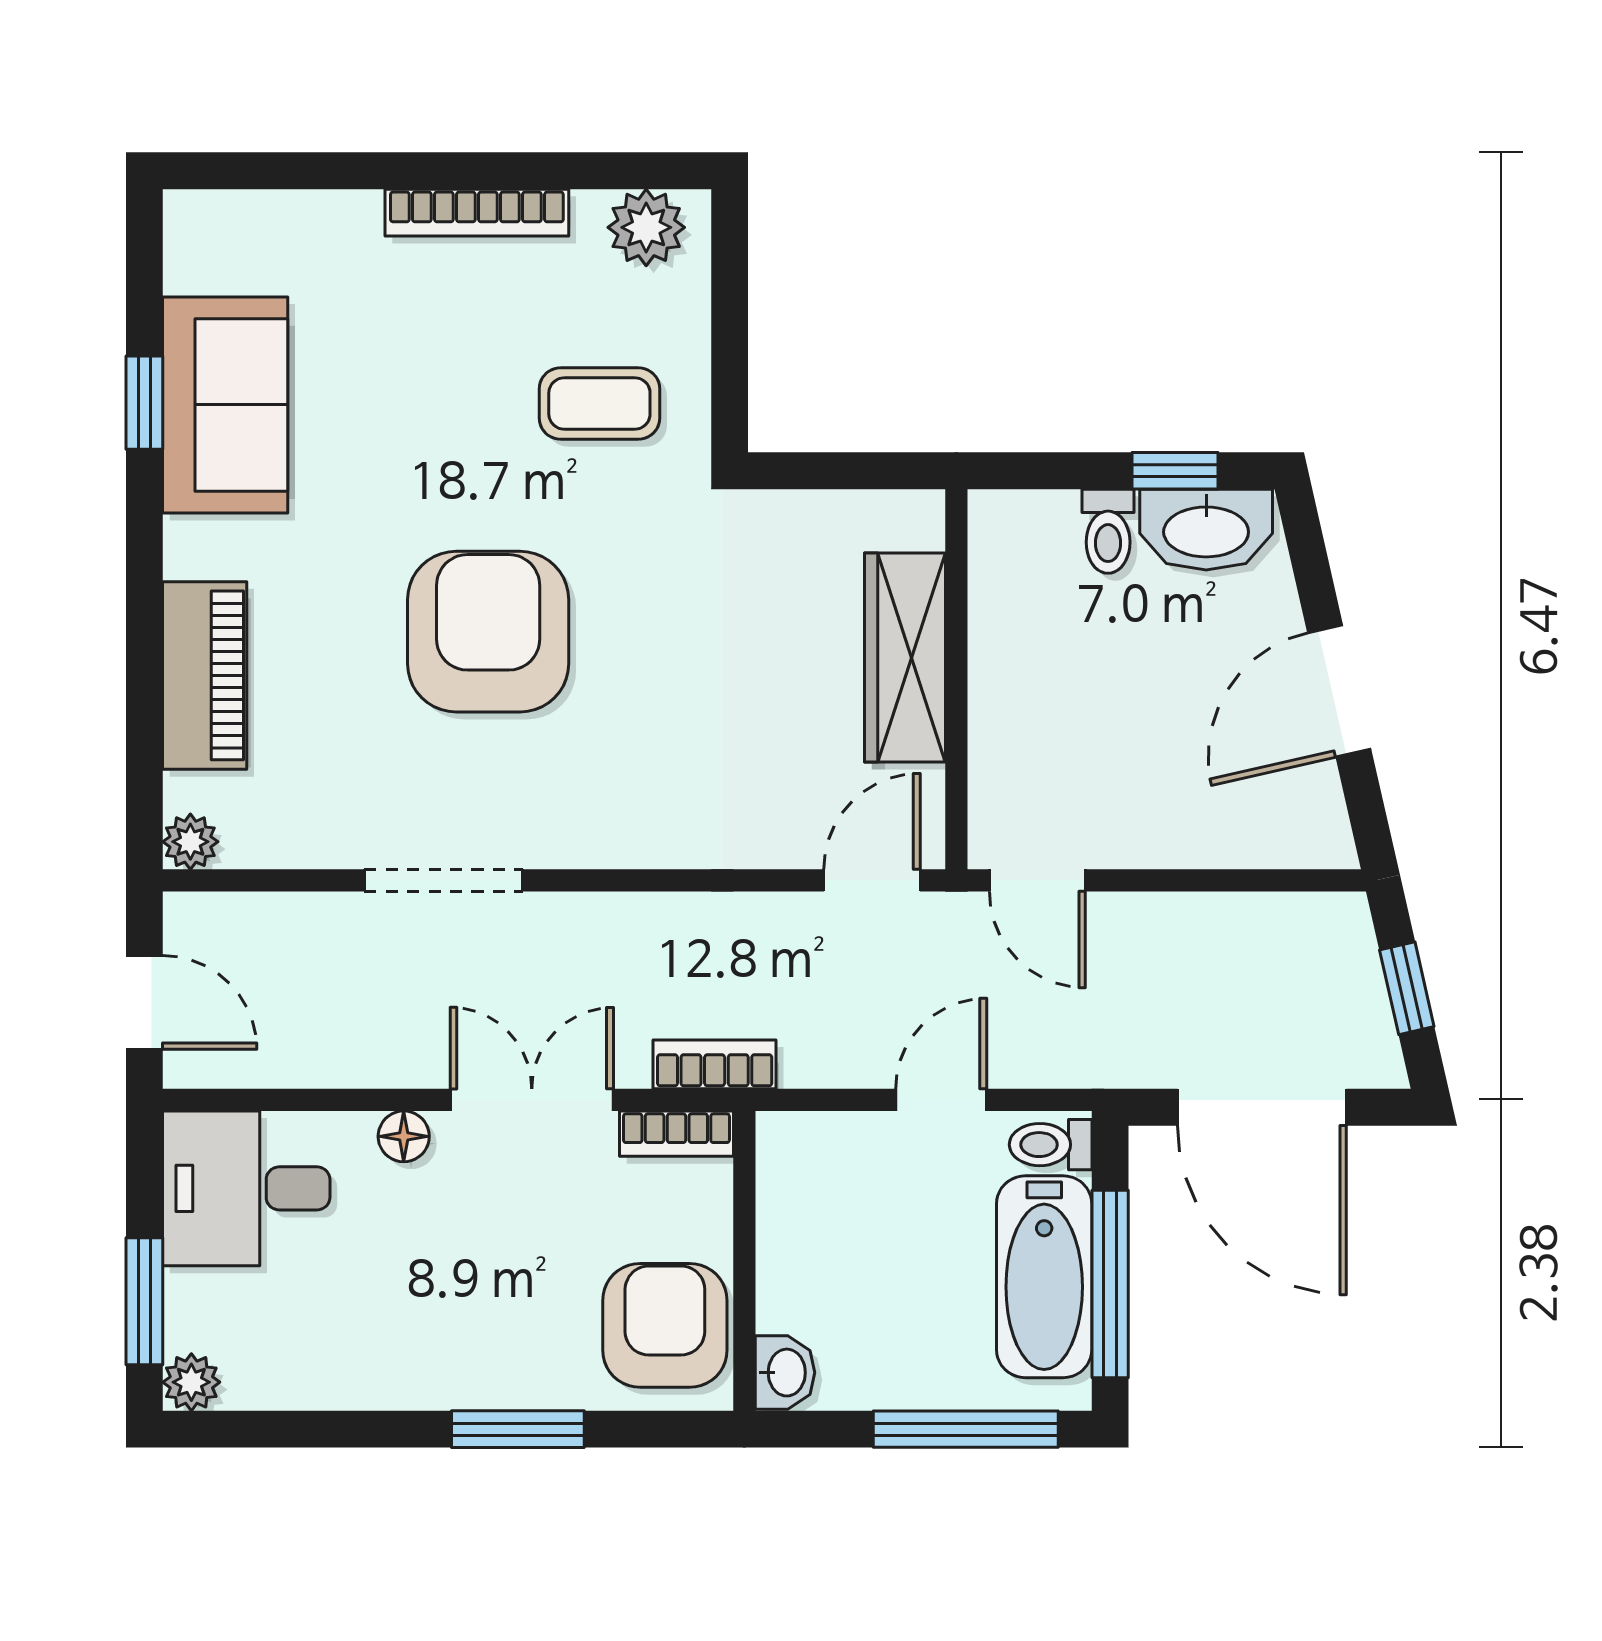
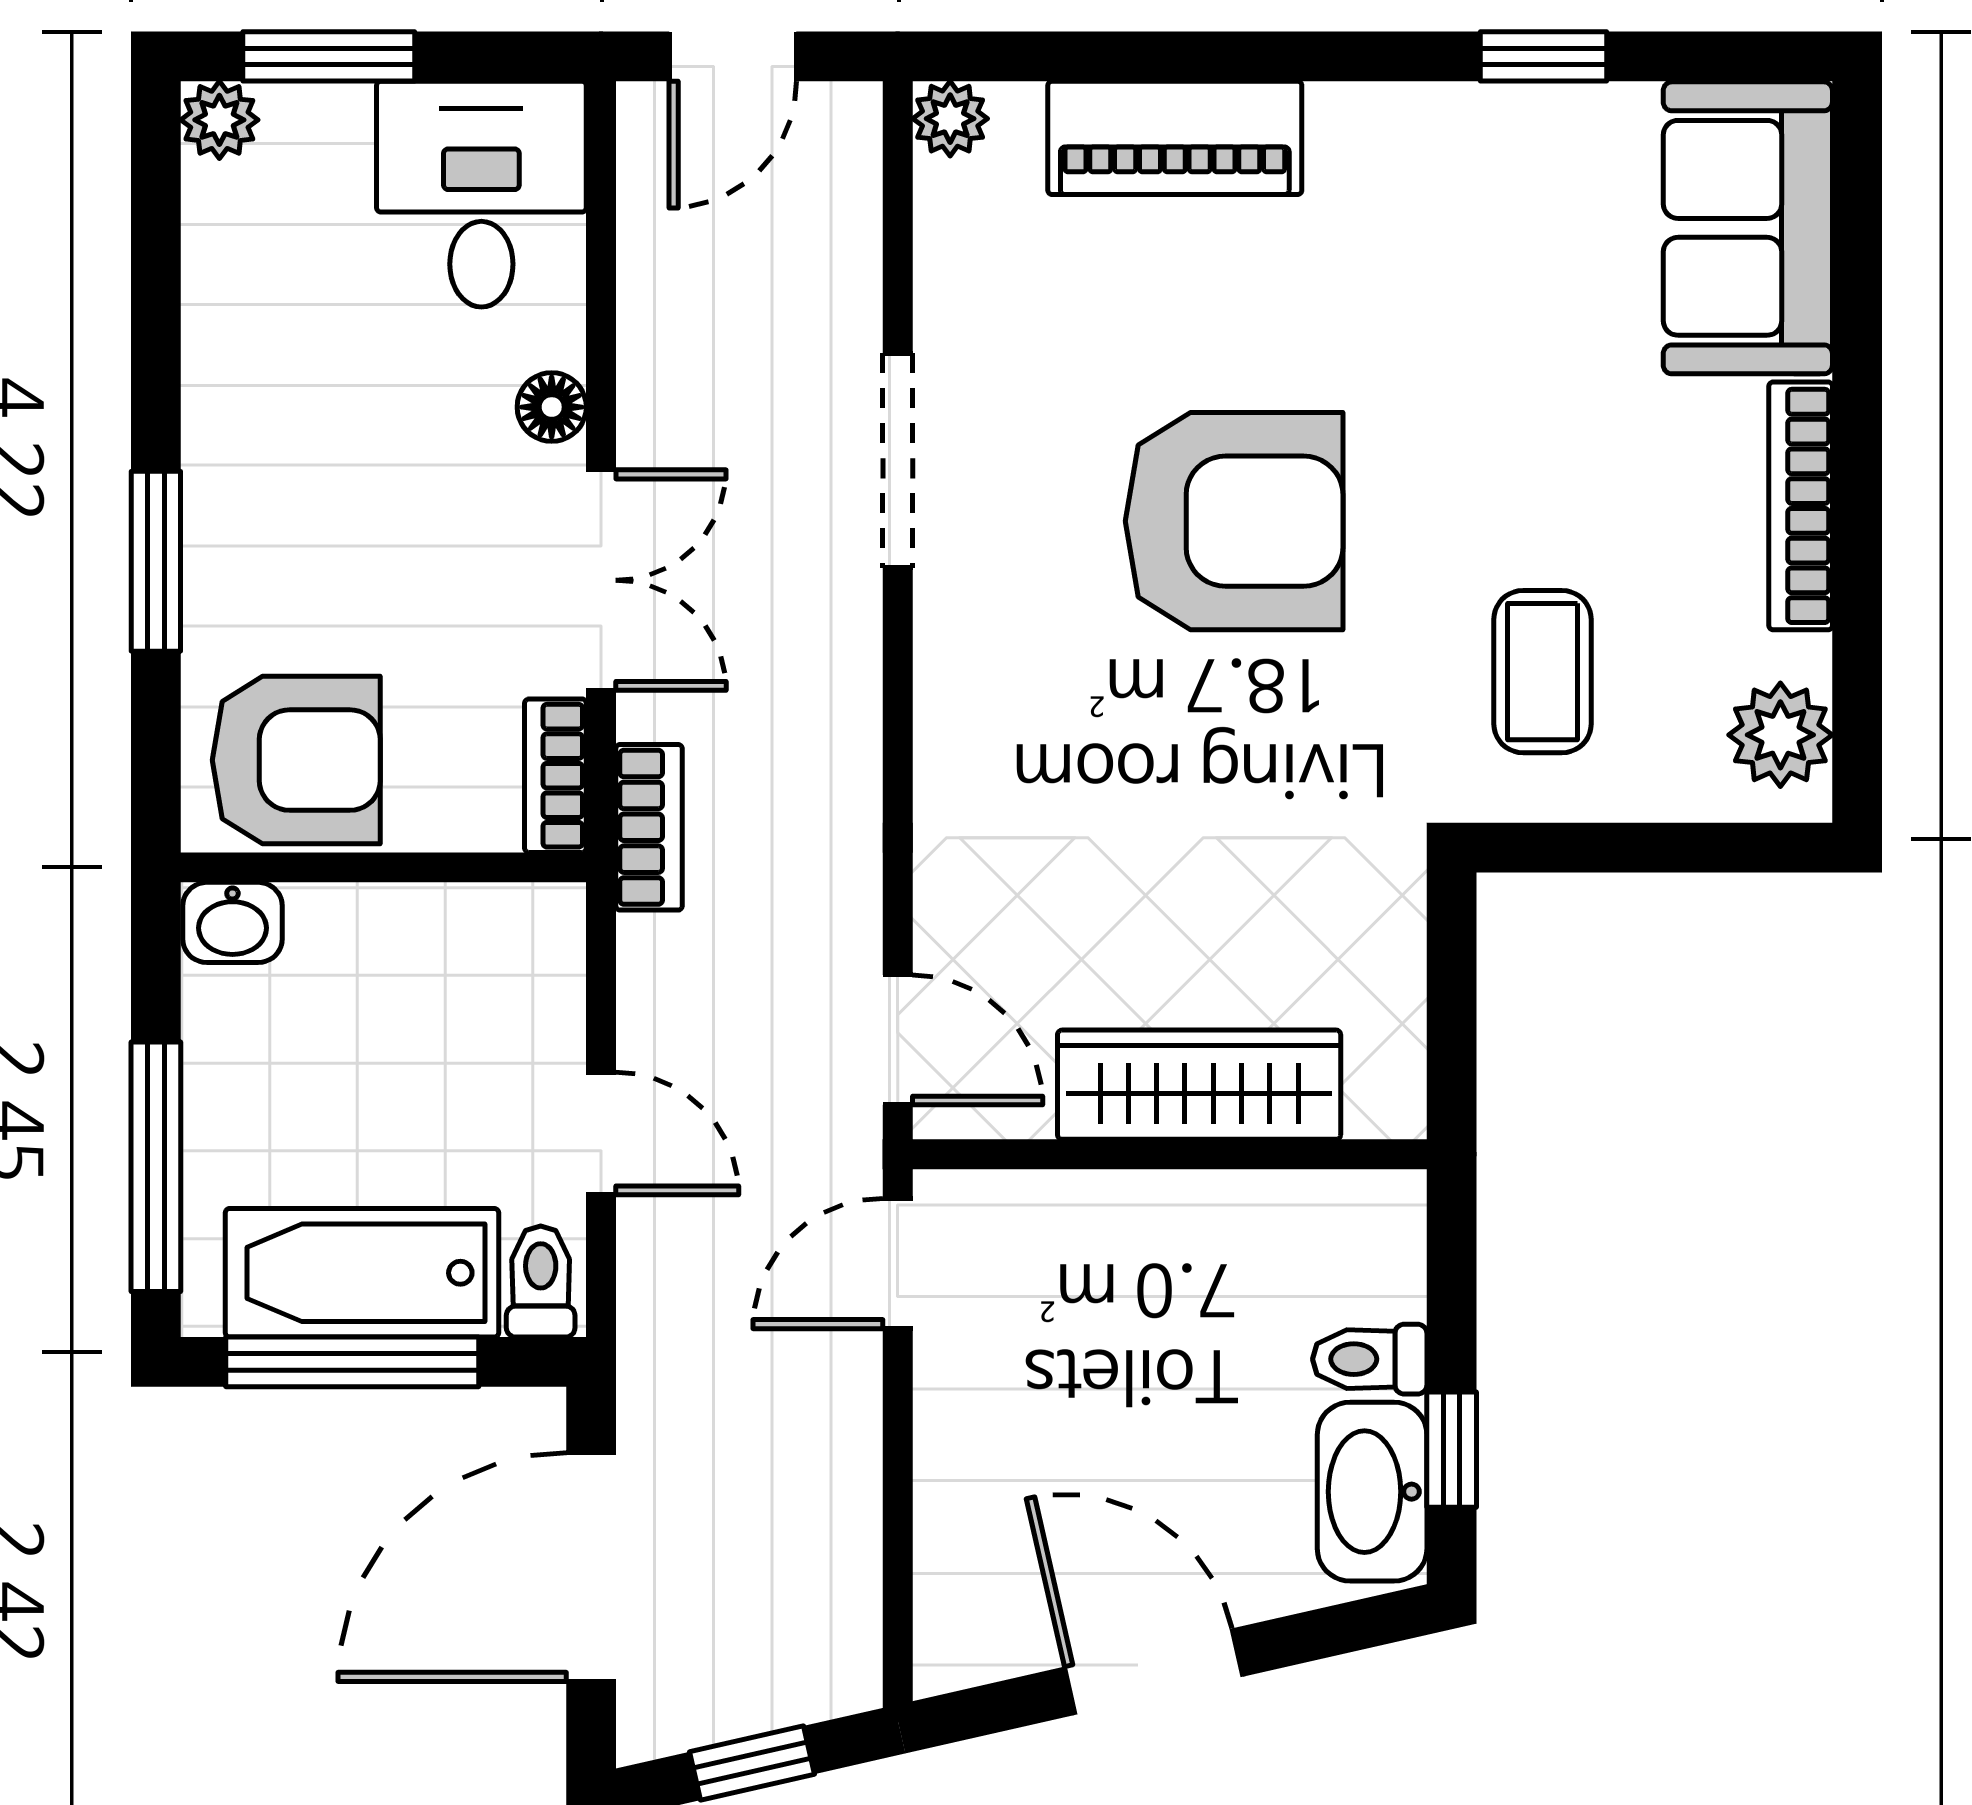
sofa: (225, 405) -> (1748, 228), moved, turned 90

